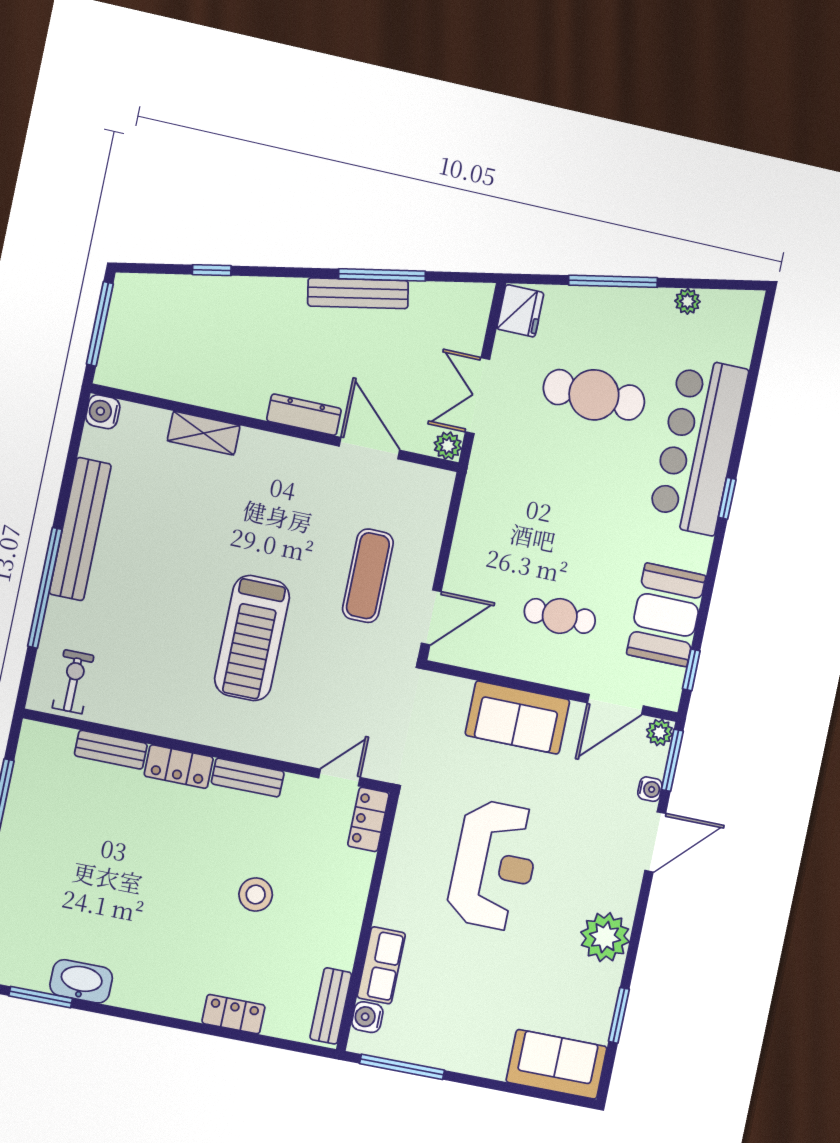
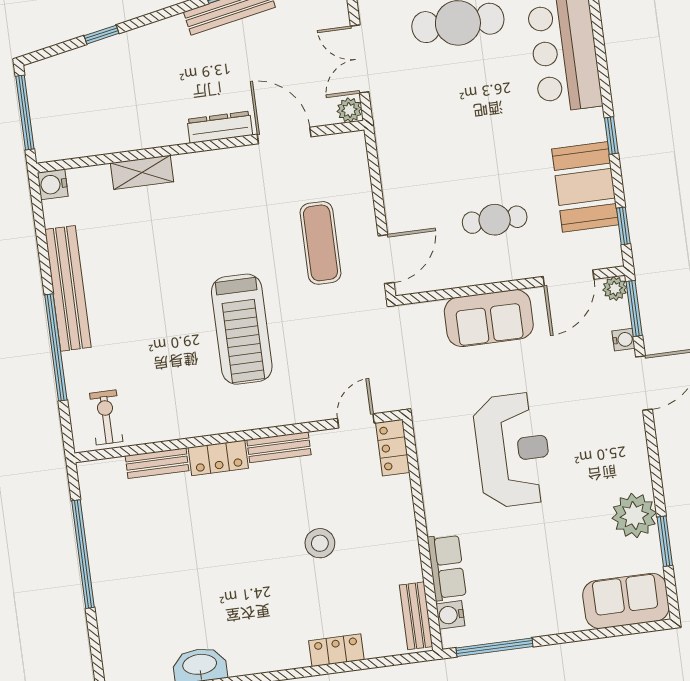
window: (727, 498) -> (611, 136), moved
plant: (605, 937) -> (634, 516), moved

